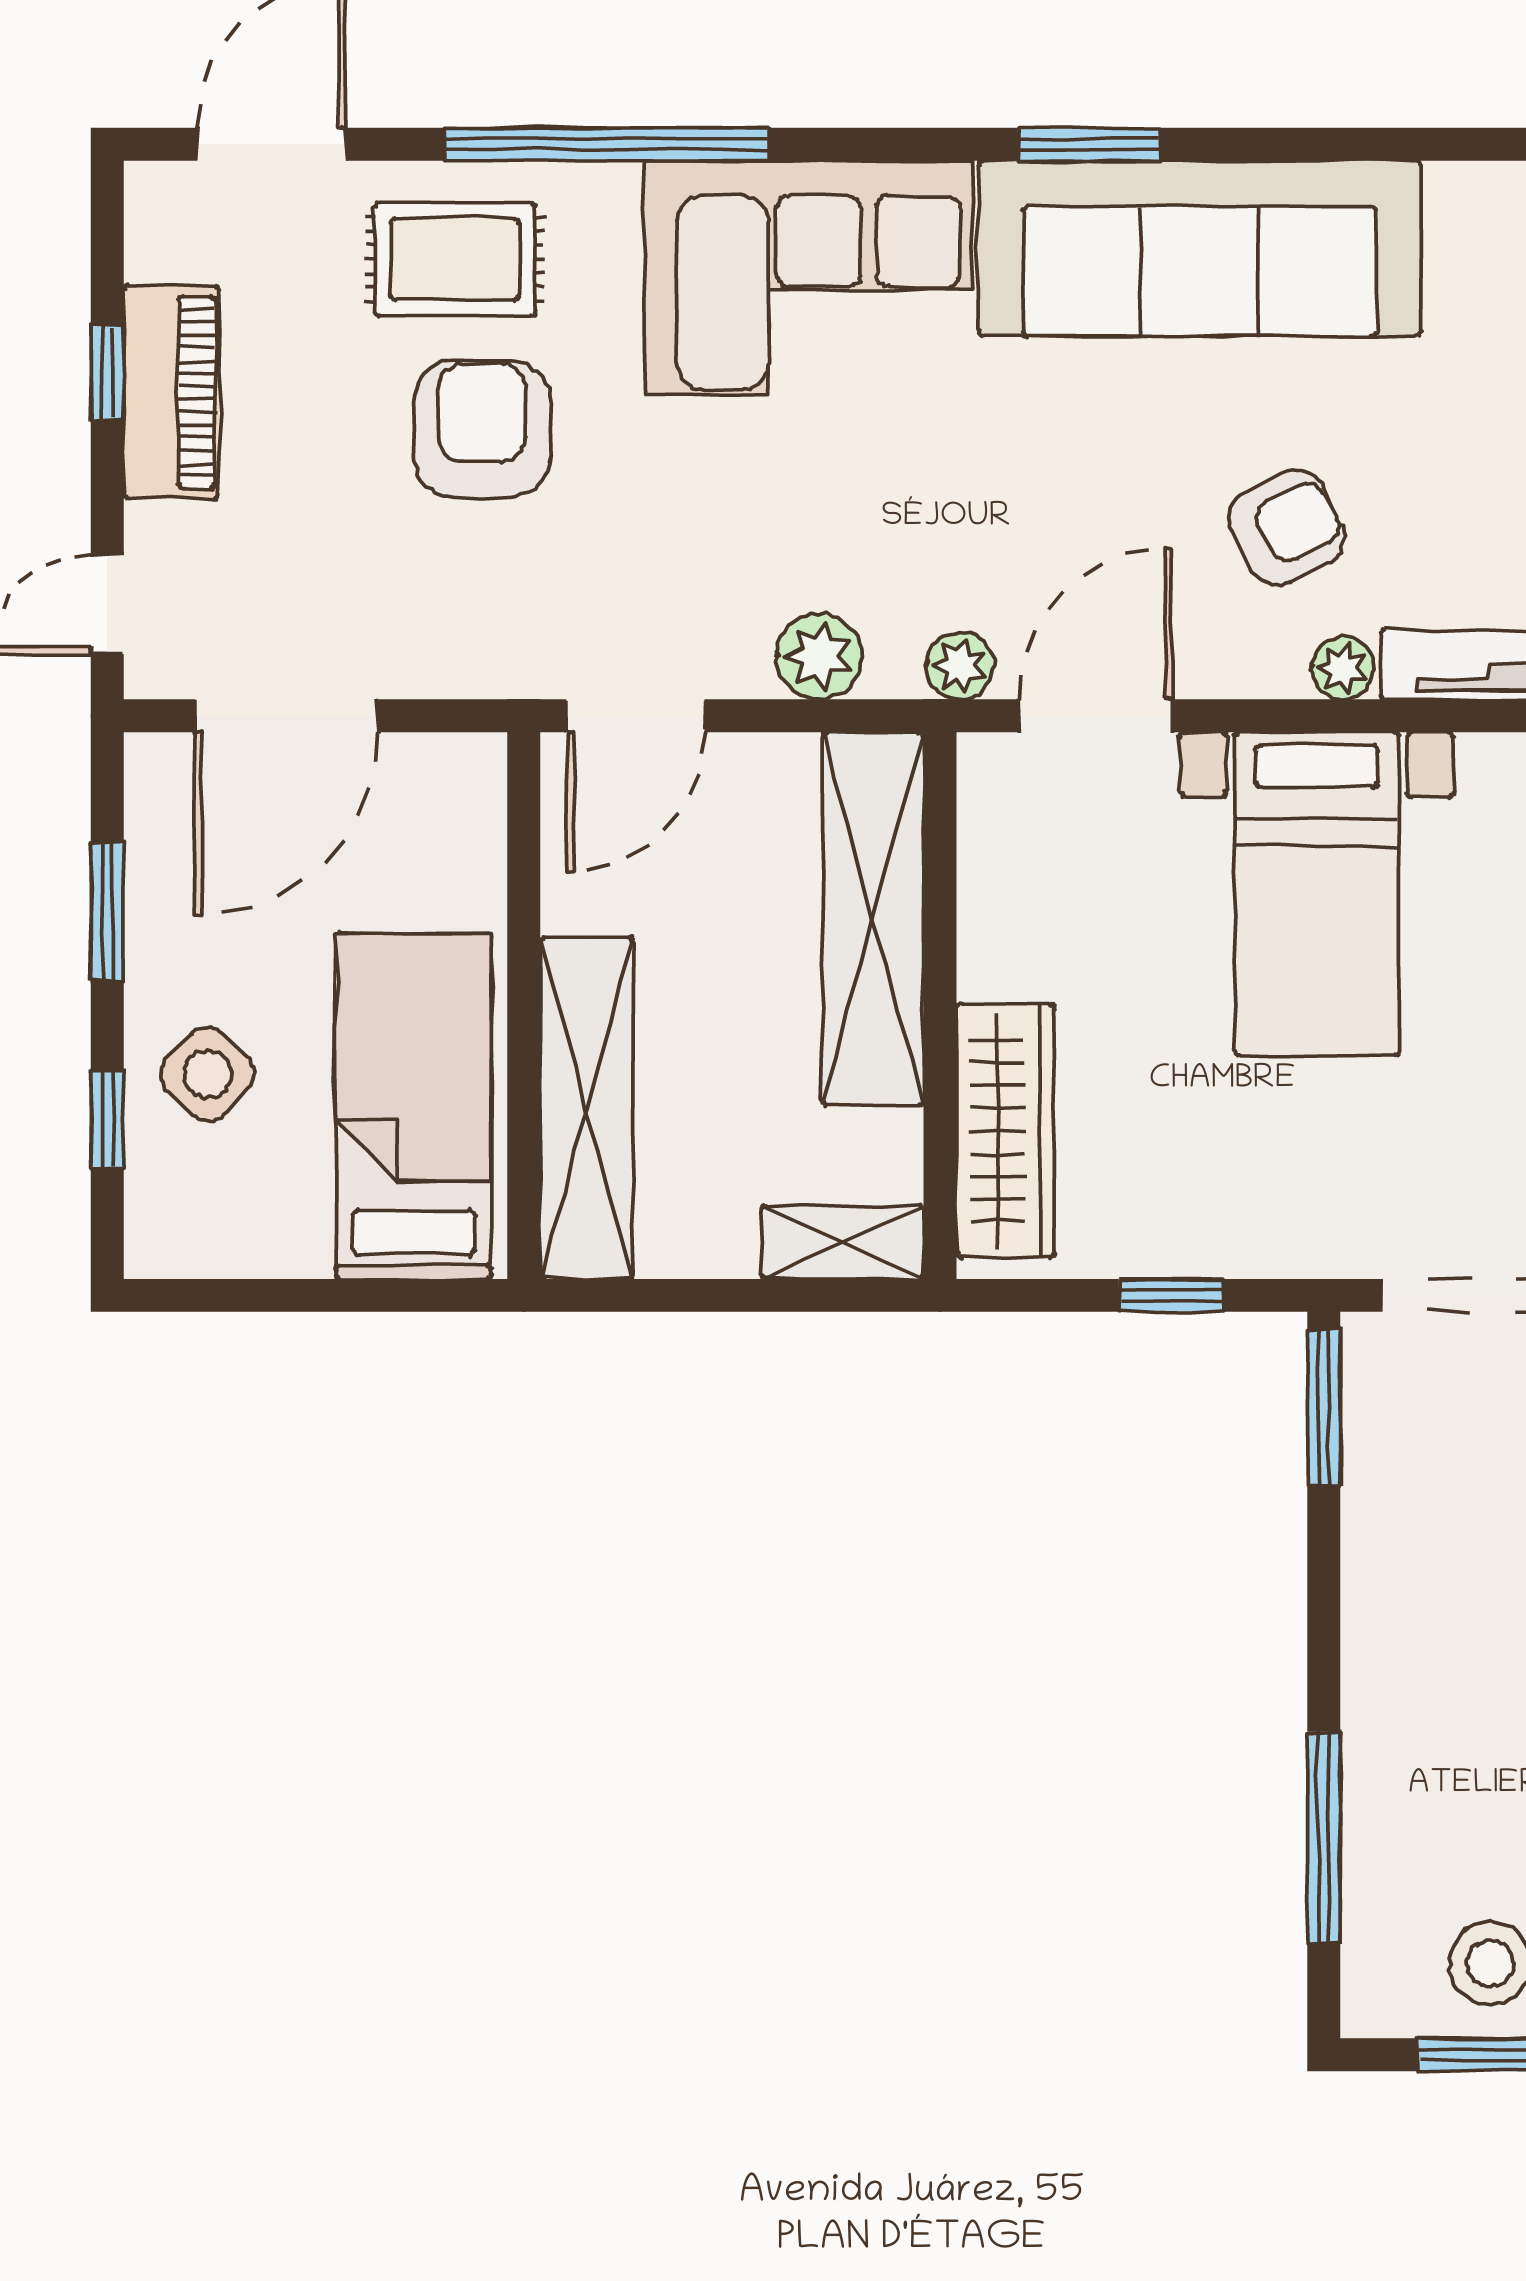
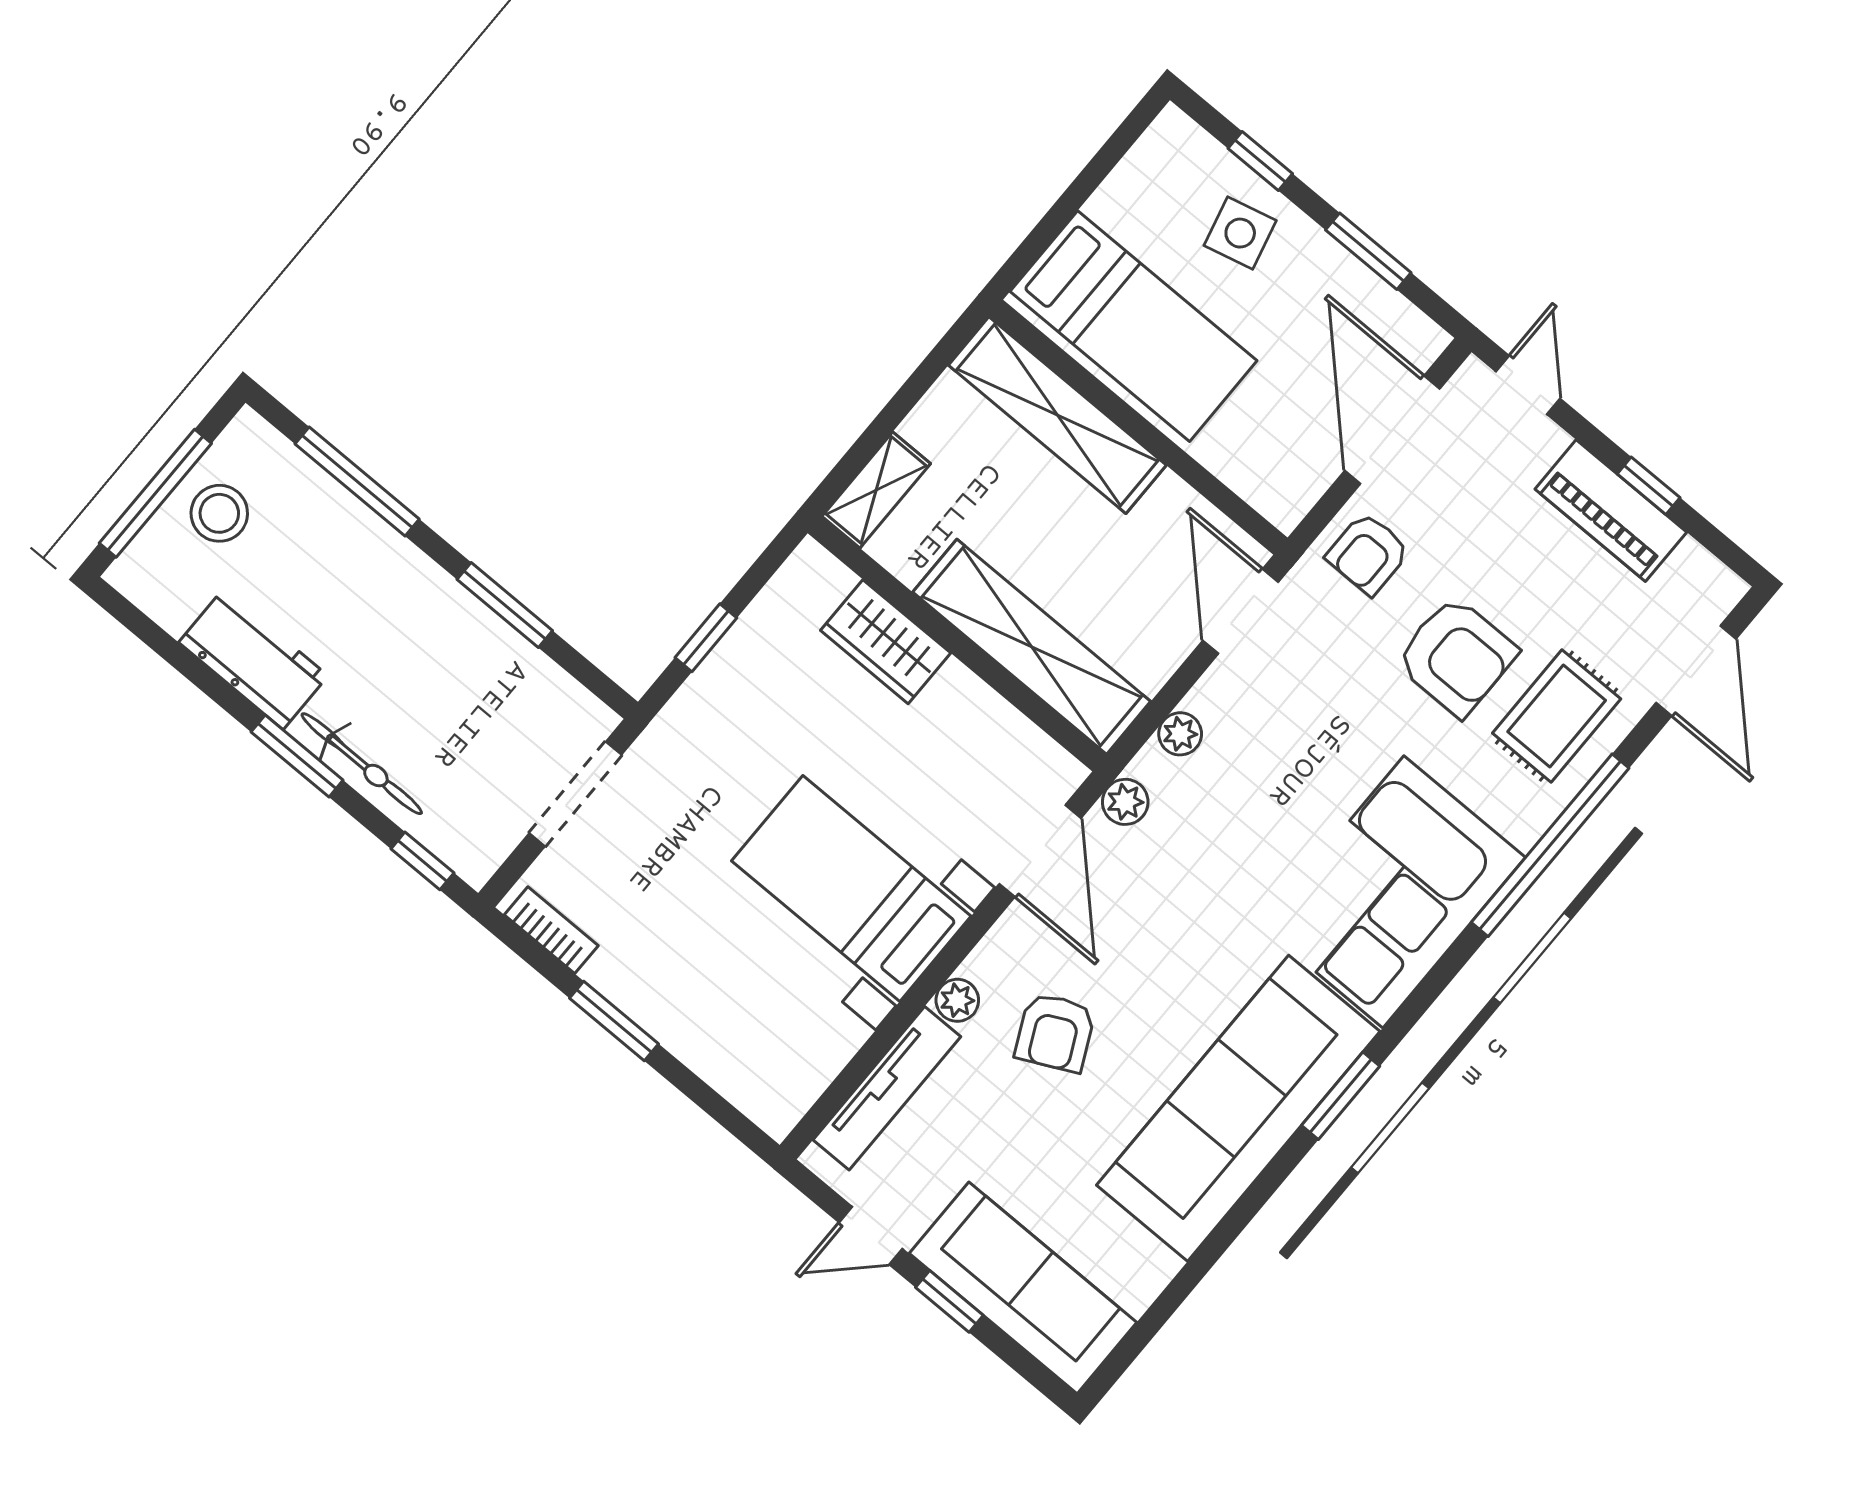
armchair: (449, 626) -> (1368, 554), added
plant: (819, 656) -> (1180, 734), width x0.73, depth x0.73
side table: (208, 1074) -> (1240, 233), turned 33
wardrobe: (1005, 1131) -> (886, 642), width x0.67
window: (1324, 1408) -> (505, 605), moved

